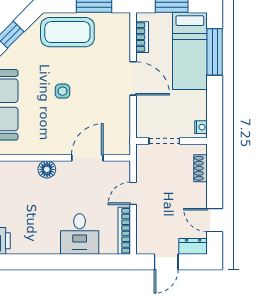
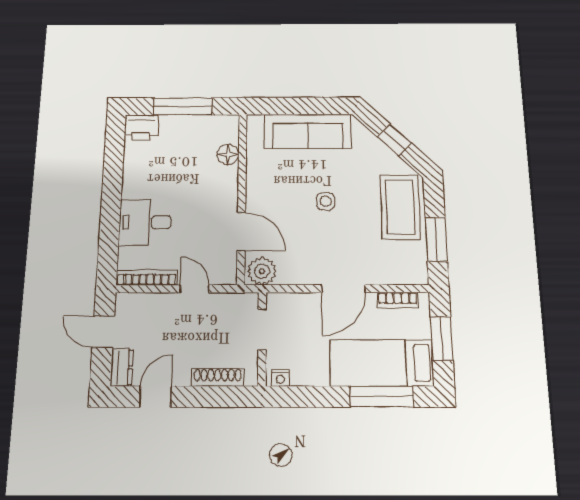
plant: (119, 141) -> (262, 271), added
shoe rack: (201, 168) -> (218, 377), width x1.43
floor lamp: (47, 169) -> (228, 154), moved

